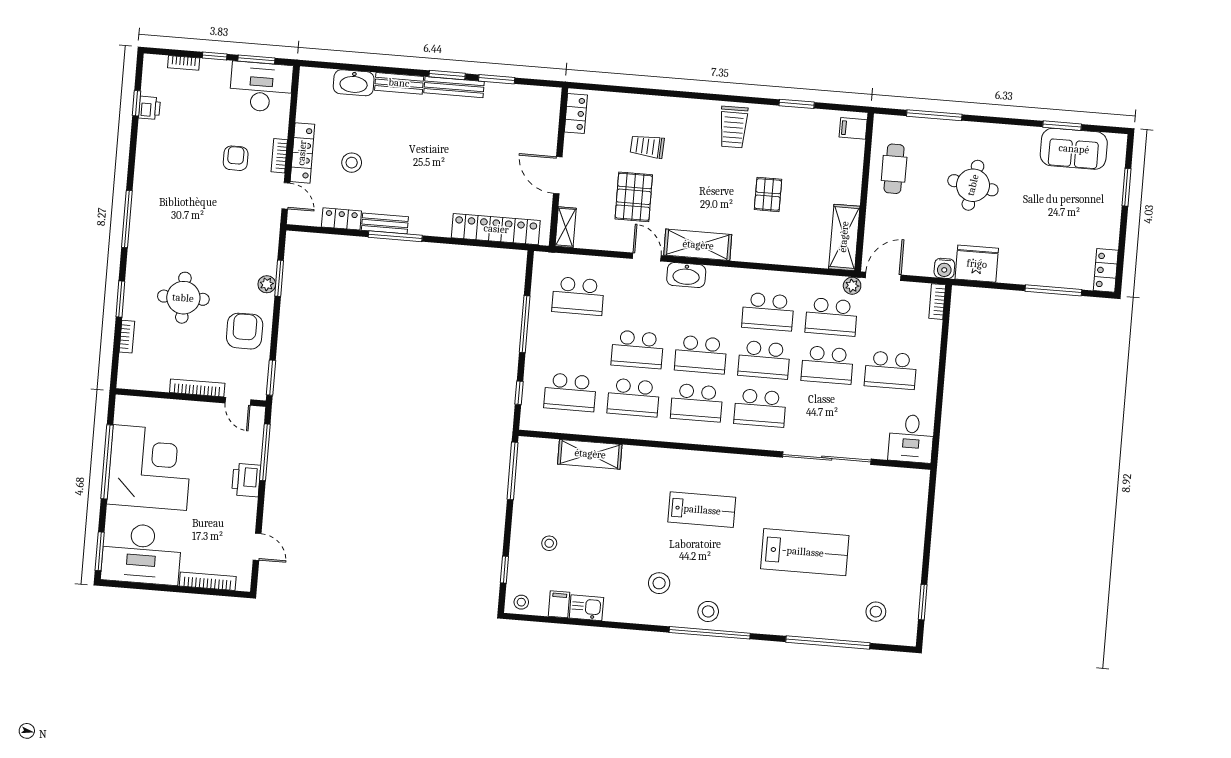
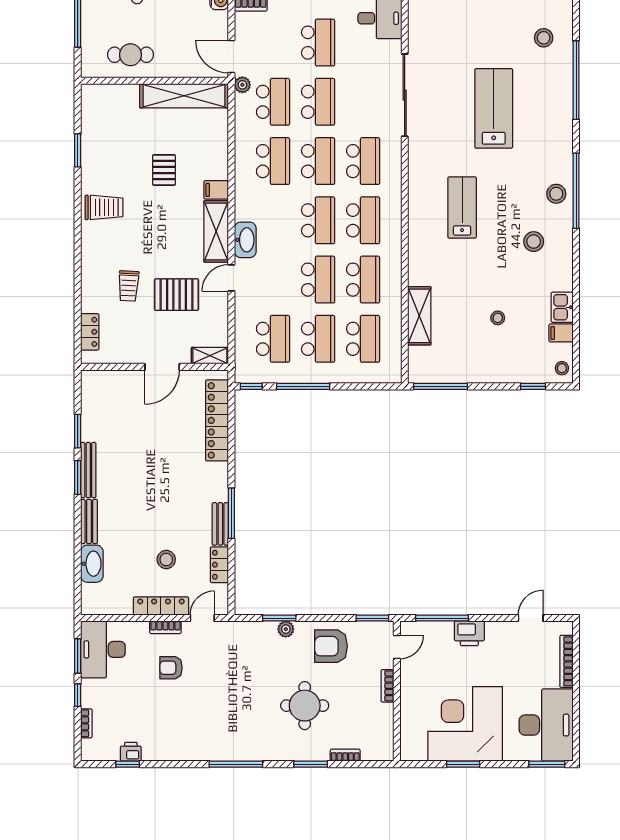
locker: (576, 114) -> (90, 332), moved, turned 90
filing cabinet: (853, 128) -> (216, 190), moved, turned 90
pallet: (768, 194) -> (164, 170), turned 90
shelving: (844, 237) -> (184, 96), width x1.47
school desk: (574, 344) -> (318, 339), added
bookcase: (197, 388) -> (387, 686), width x0.64
window: (519, 393) -> (251, 386), moved
window: (107, 462) -> (463, 764), width x0.47
stool: (549, 543) -> (498, 318), moved

